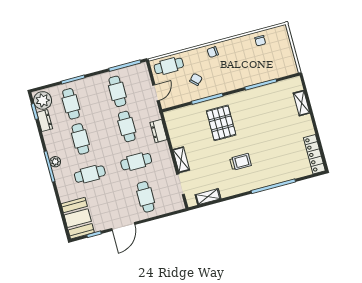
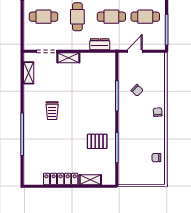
cafe table: (169, 66) -> (156, 69), removed
door: (156, 93) -> (135, 51), swing flipped
pallet: (221, 123) -> (97, 141), moved, width x0.67, depth x0.71
locker: (314, 154) -> (61, 179), moved

